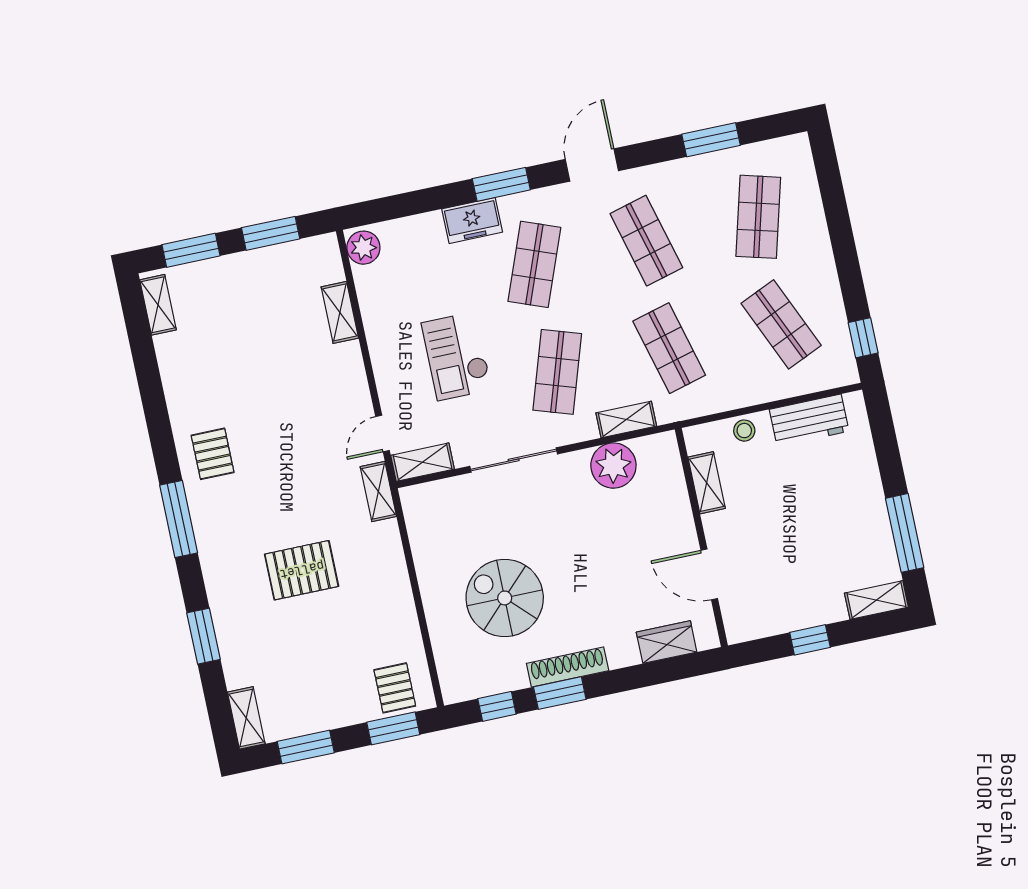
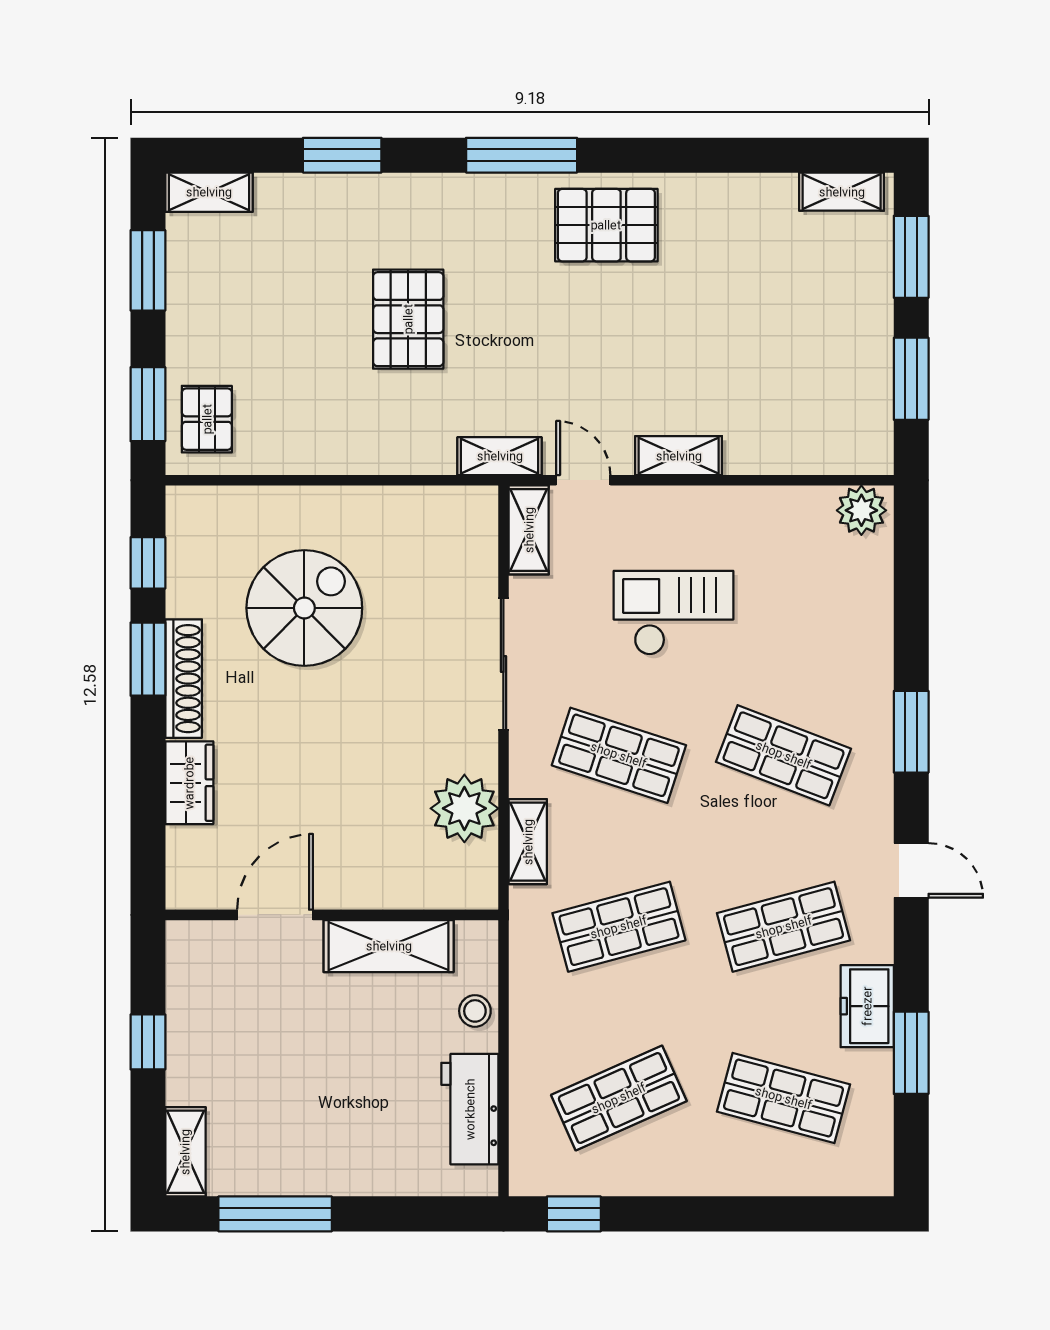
door: (592, 165) -> (911, 870), width x0.73
freezer: (472, 221) -> (867, 1006), moved
shelving: (340, 312) -> (679, 456), moved
pallet: (213, 454) -> (606, 225), width x1.50, depth x1.42
shelving: (707, 483) -> (389, 946), width x1.50, depth x1.33
wardrobe: (667, 642) -> (189, 783), moved
pallet: (395, 688) -> (207, 419), turned 90

